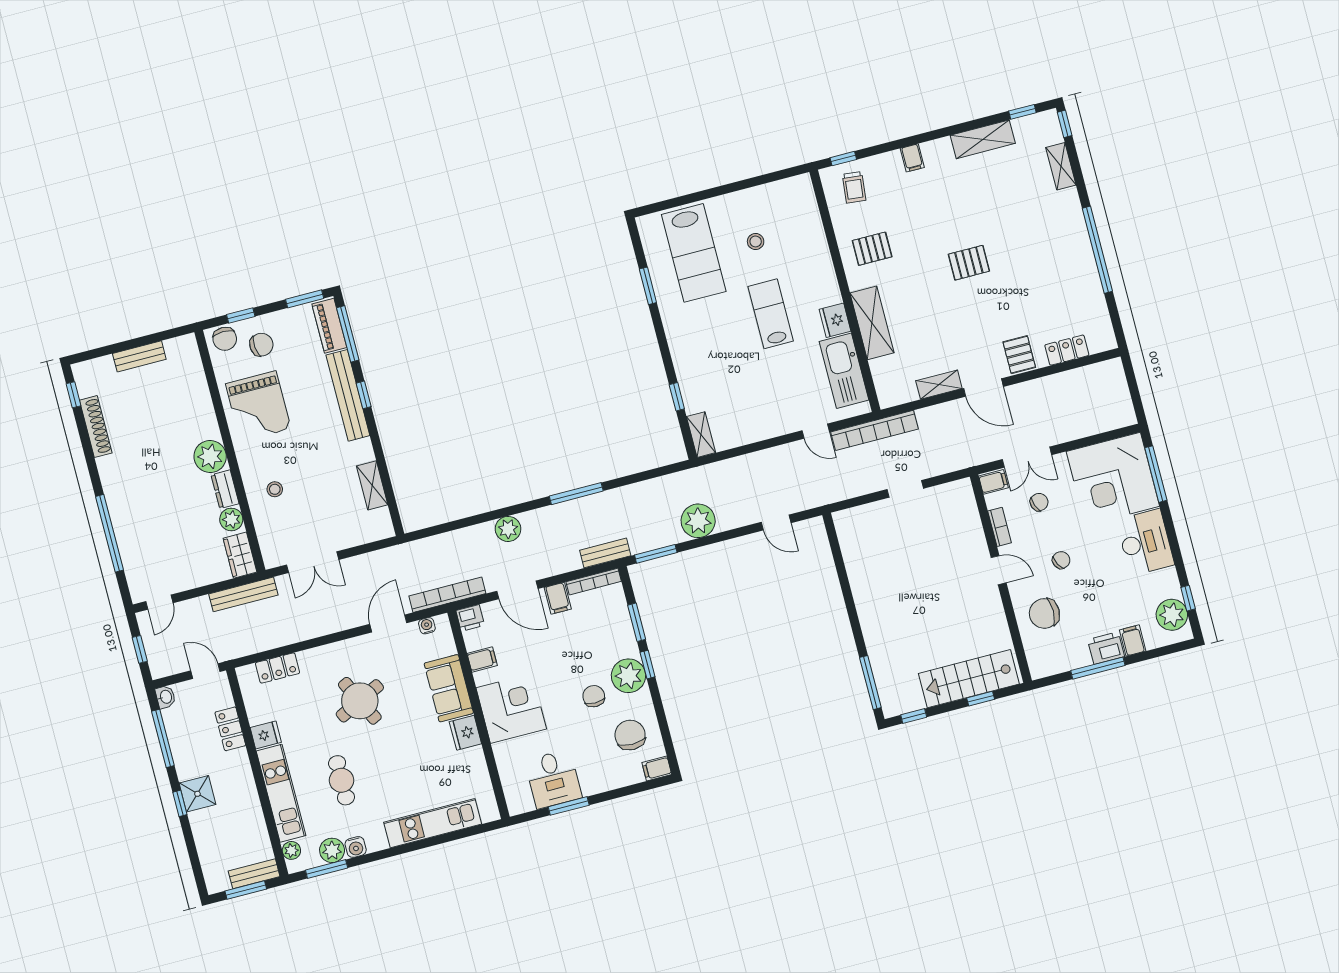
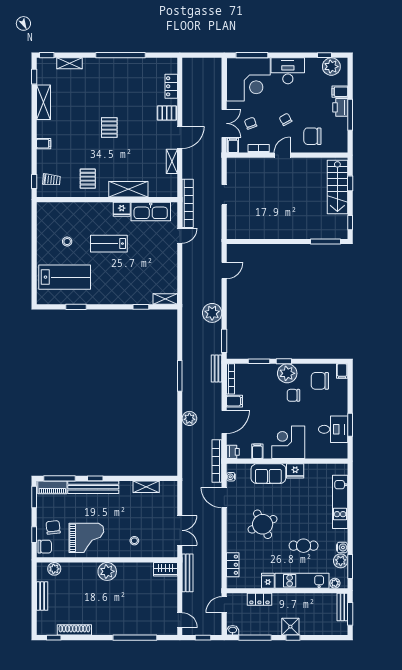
dresser: (225, 489) -> (127, 568), removed
plant: (231, 519) -> (54, 569), moved
chair: (1044, 613) -> (312, 136), turned 90

